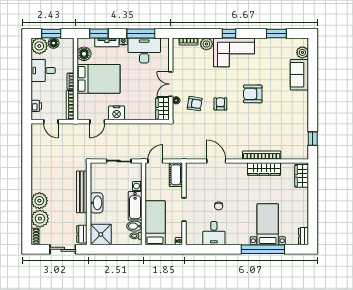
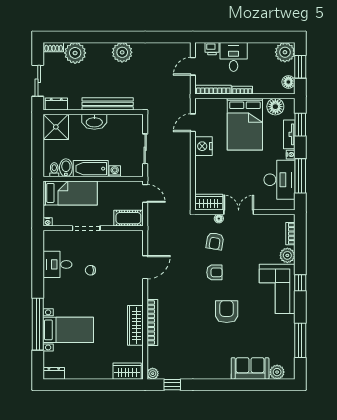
window: (276, 33) -> (300, 340), width x1.44
floor lamp: (54, 43) -> (288, 82), moved
desk: (43, 70) -> (234, 57), moved
door: (97, 122) -> (193, 123), hinge flipped
plant: (304, 155) -> (153, 374), added
plant: (39, 201) -> (122, 52), moved

